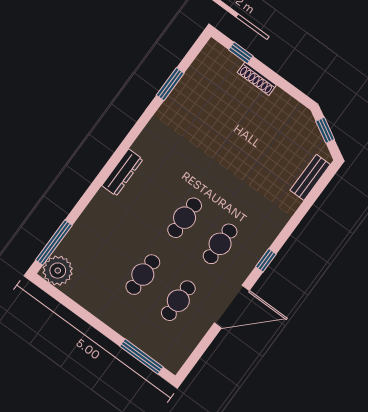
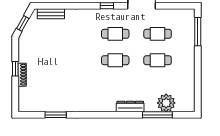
window: (241, 53) -> (15, 69), moved
dresser: (122, 172) -> (130, 107), moved
window: (54, 243) -> (157, 115), moved
plant: (58, 271) -> (166, 103), moved

